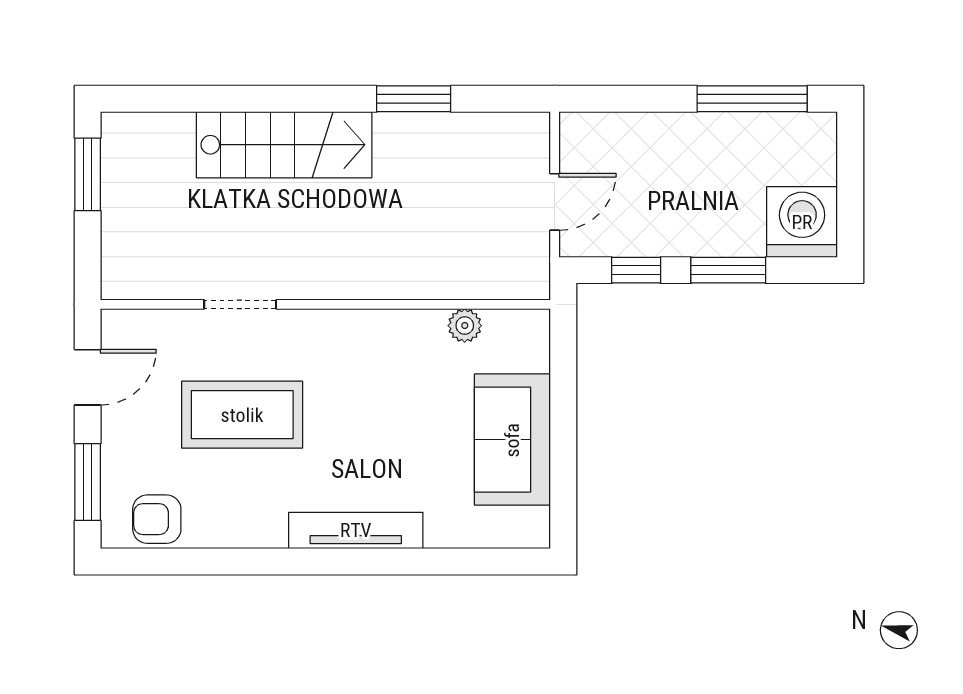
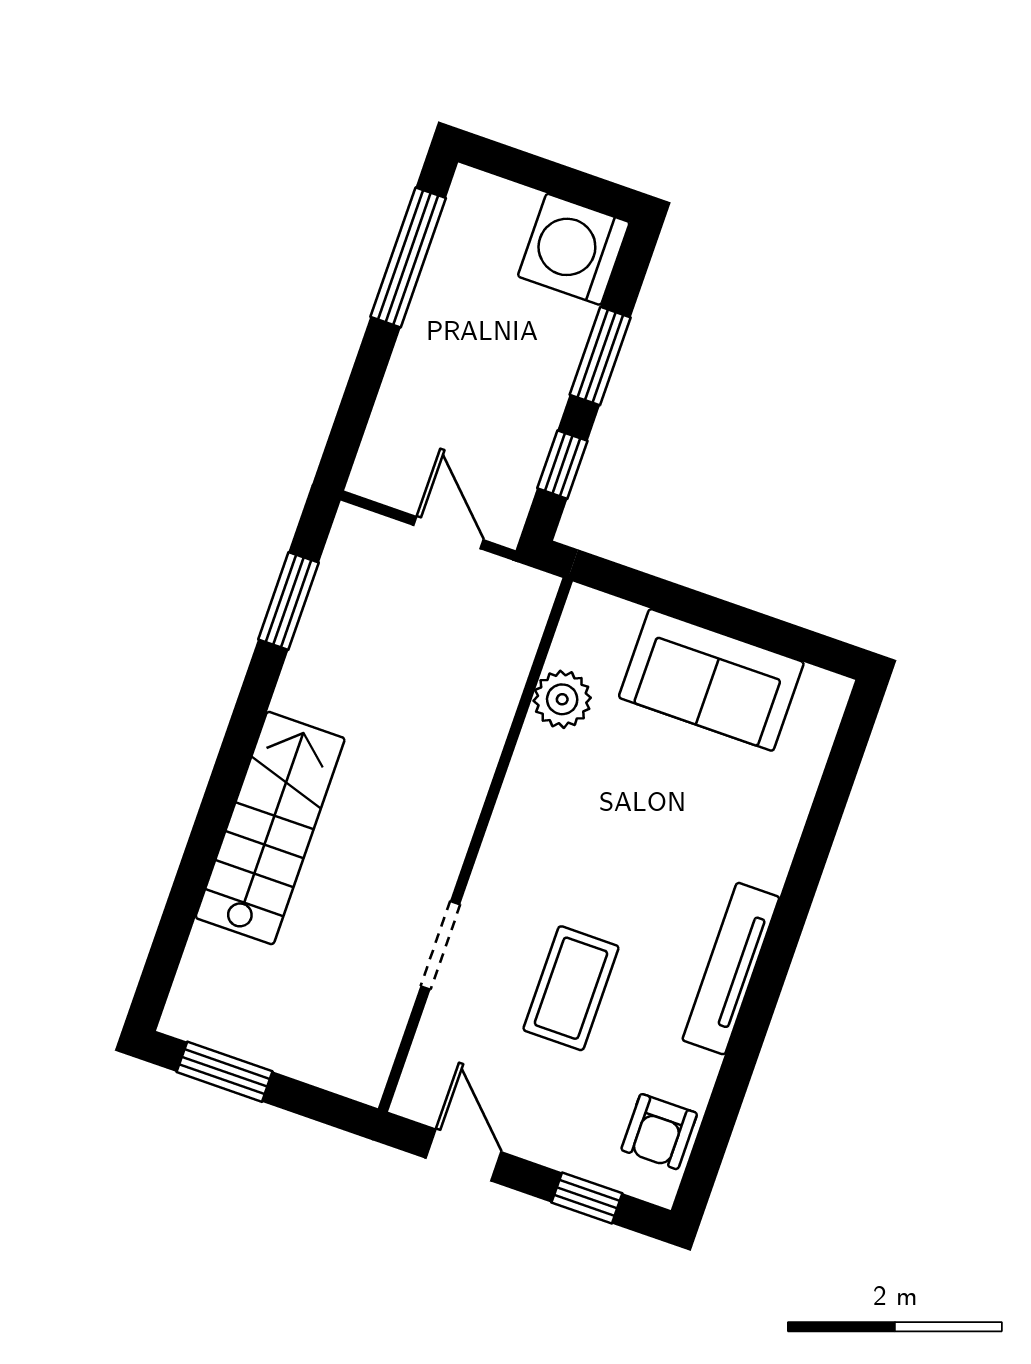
window: (414, 99) -> (288, 601), moved
plant: (465, 326) -> (562, 699), width x1.38, depth x1.38
coffee table: (242, 415) -> (571, 988), width x0.73, depth x0.76
window: (88, 482) -> (587, 1198), width x0.67
tv unit: (356, 530) -> (731, 969), moved

